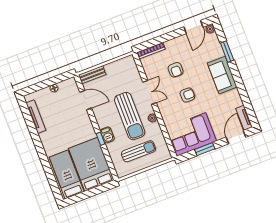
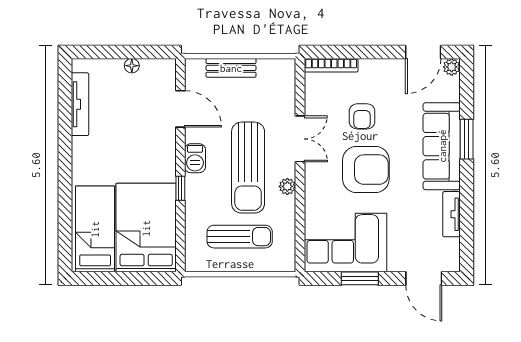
window: (227, 52) -> (467, 139), moved
bench: (92, 75) -> (231, 68), moved
sofa: (222, 75) -> (442, 146), width x1.36
armchair: (187, 95) -> (366, 170), width x1.88, depth x1.88
tv unit: (244, 118) -> (452, 214), moved
barbecue: (107, 135) -> (195, 158), moved
door: (236, 137) -> (424, 278), swing flipped

